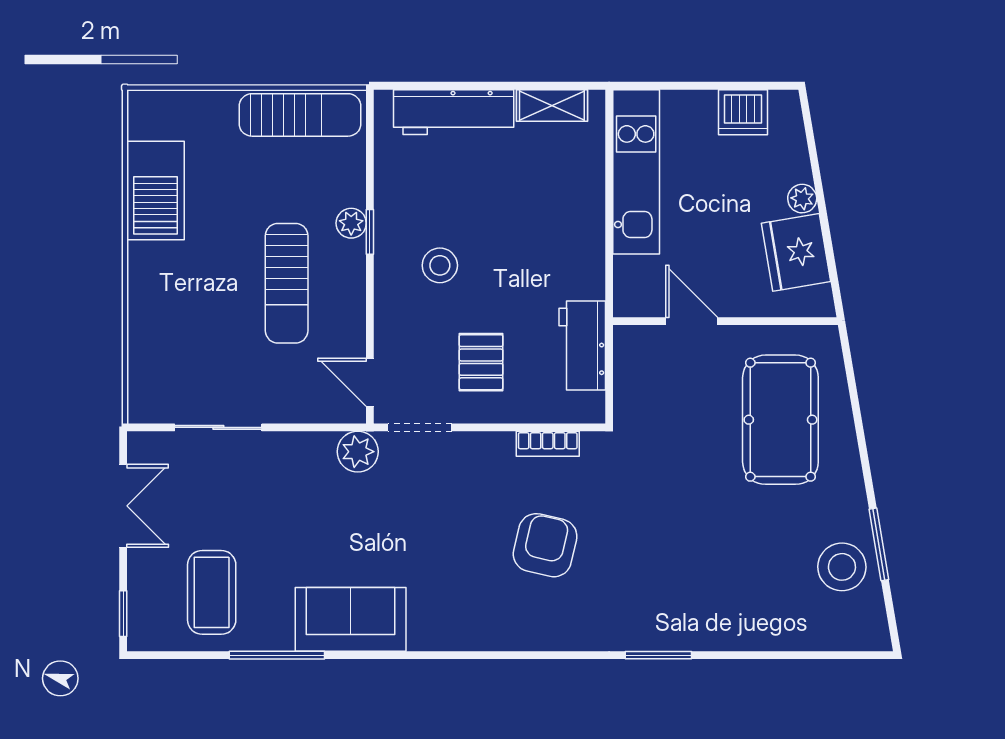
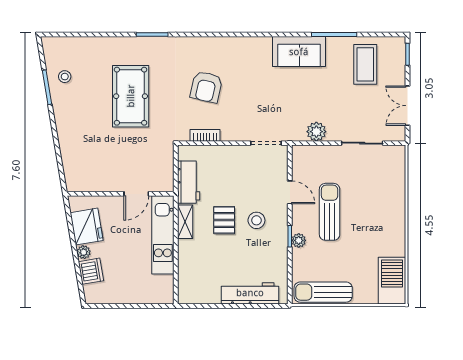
shelving: (552, 105) -> (185, 222), moved, turned 90
dishwasher: (743, 112) -> (91, 271), moved, turned 80
kitchen unit: (636, 172) -> (163, 235), moved
barbecue: (156, 191) -> (392, 281), moved
door: (692, 321) -> (136, 194), hinge flipped
pallet: (481, 362) -> (224, 220), moved
door: (370, 382) -> (290, 192), moved
pool table: (780, 420) -> (131, 96), moved
plant: (358, 452) -> (316, 132), moved
stool: (842, 567) -> (65, 77), width x0.53, depth x0.53

